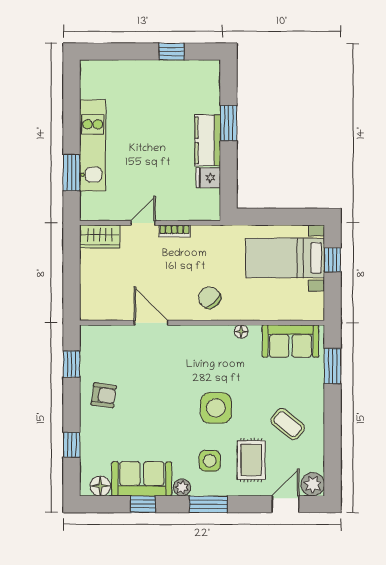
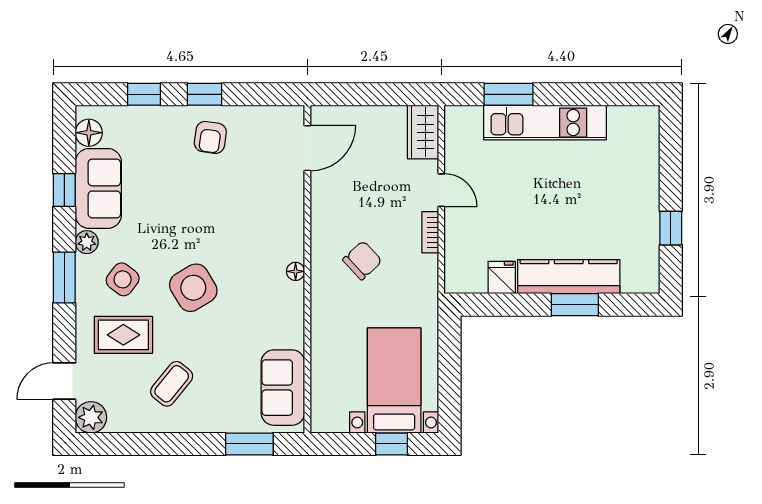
kitchen counter: (208, 140) -> (569, 277), width x1.50
chair: (209, 298) -> (362, 260), moved
door: (151, 323) -> (307, 148), moved
floor lamp: (241, 332) -> (296, 271), moved
window: (72, 364) -> (204, 94), moved
side table: (216, 408) -> (193, 288), turned -31
side table: (210, 461) -> (123, 279), turned 37
door: (286, 504) -> (64, 381), swing flipped

